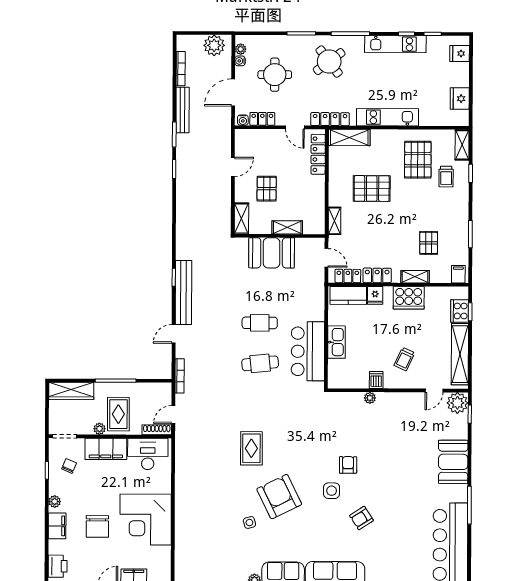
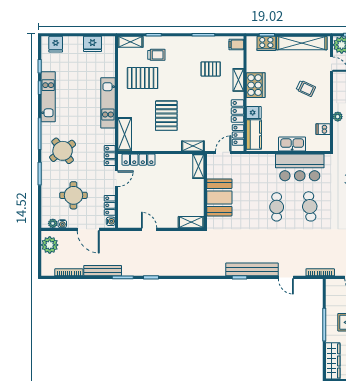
locker: (330, 119) -> (110, 156), width x0.66
pallet: (267, 189) -> (167, 202), removed
shelving: (287, 227) -> (198, 166), moved
dishwasher: (376, 380) -> (323, 129), moved

